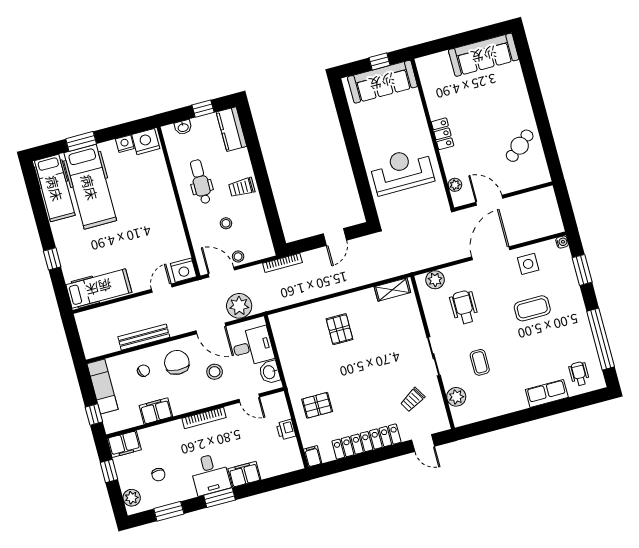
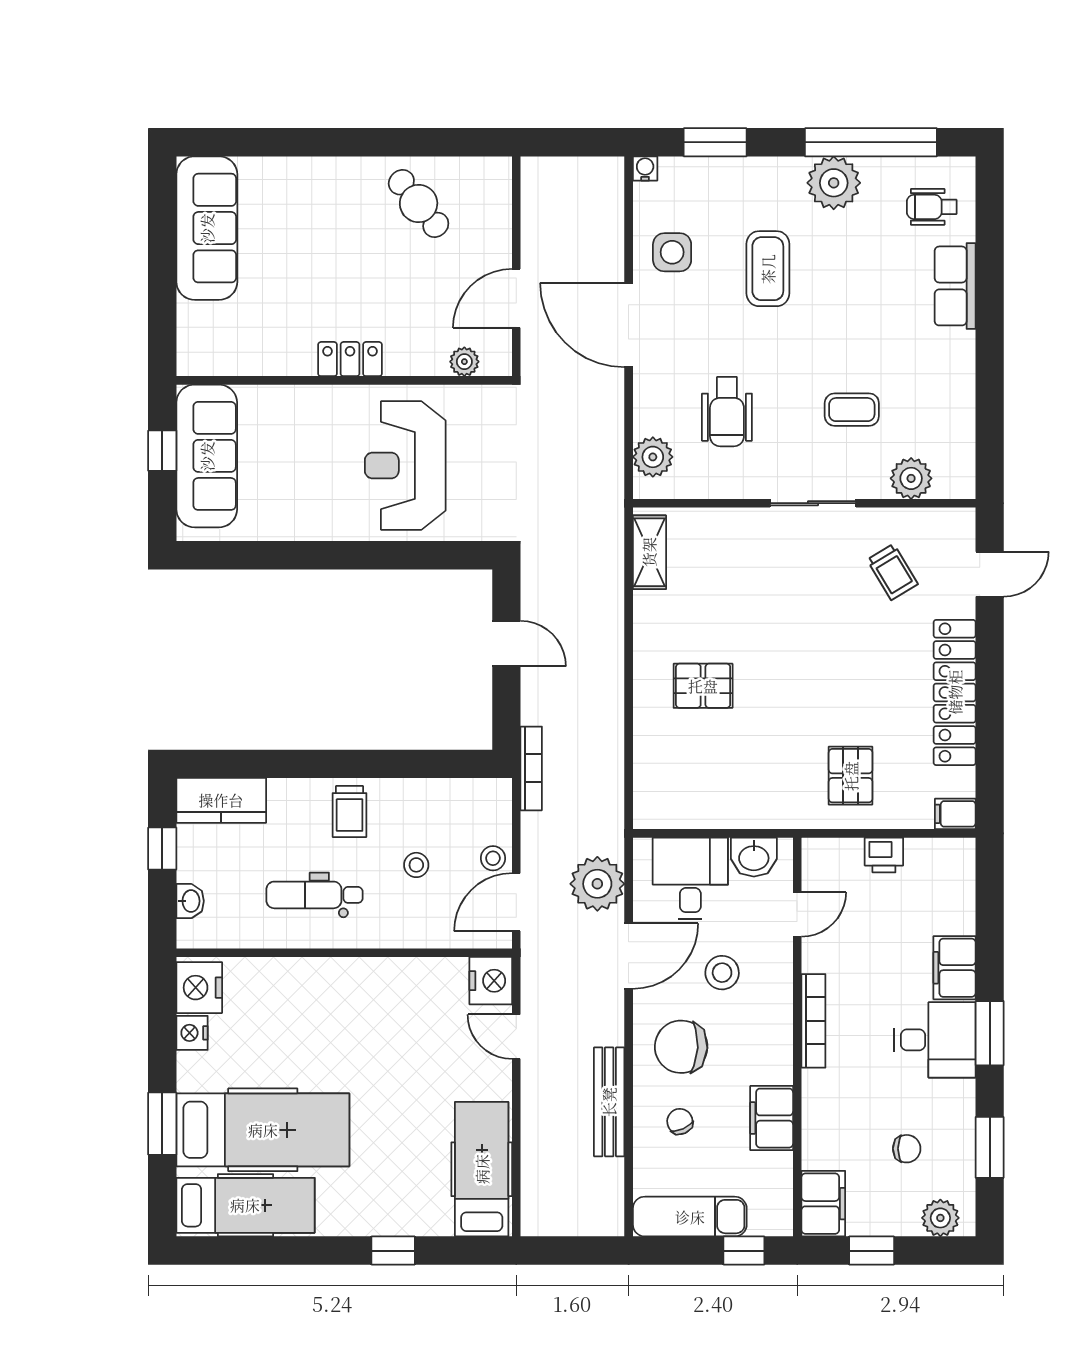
wheelchair: (464, 307) -> (727, 412), turned -90
plant: (578, 327) -> (834, 183), added

